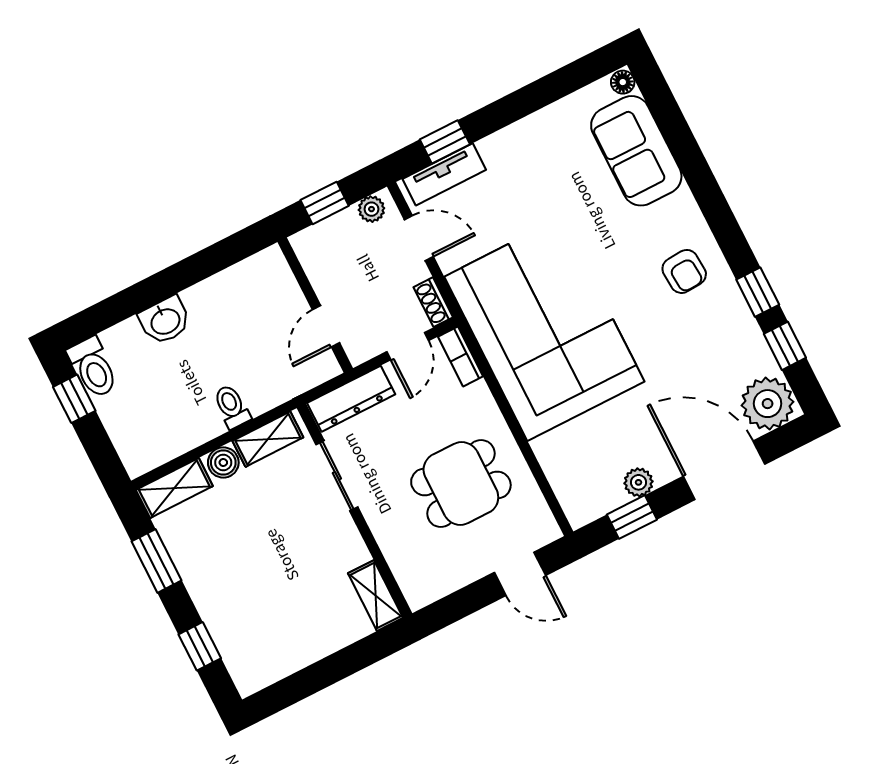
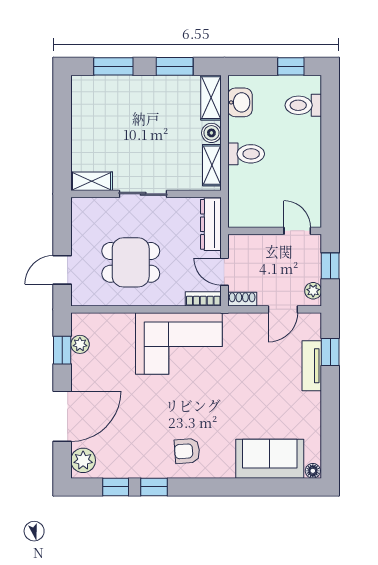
tv unit: (444, 174) -> (312, 366), moved
washbasin: (165, 321) -> (240, 102), moved, turned 180
door: (326, 326) -> (297, 231), moved
corner sofa: (544, 329) -> (179, 344), width x0.73, depth x0.74
toilet: (93, 368) -> (303, 105), moved
plant: (768, 404) -> (83, 460), width x0.73, depth x0.73
toilet: (232, 407) -> (246, 154), width x1.37, depth x1.39
sliding door: (337, 476) -> (143, 194), moved
plant: (638, 482) -> (80, 344), moved
dining table: (461, 484) -> (131, 262), turned 90
window: (200, 646) -> (113, 66), width x1.50

